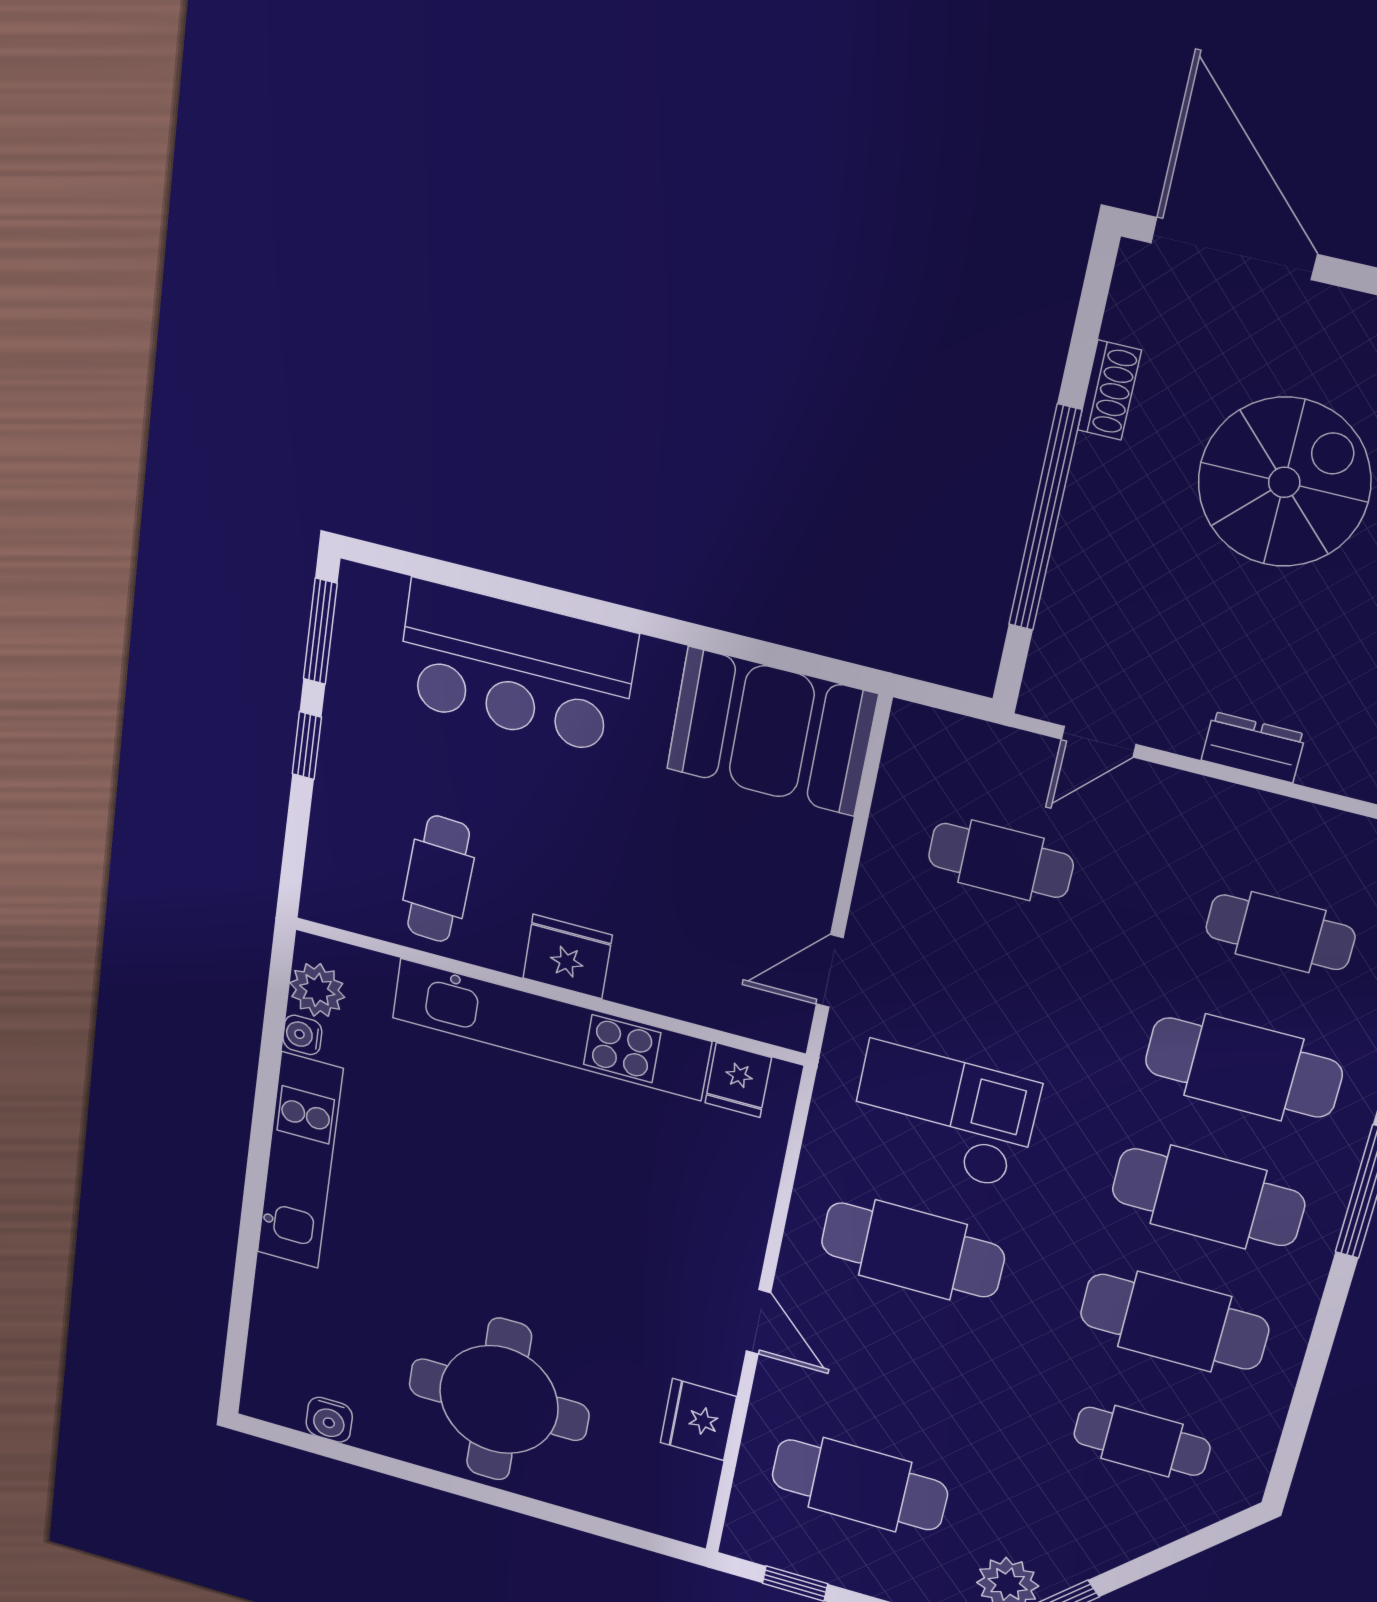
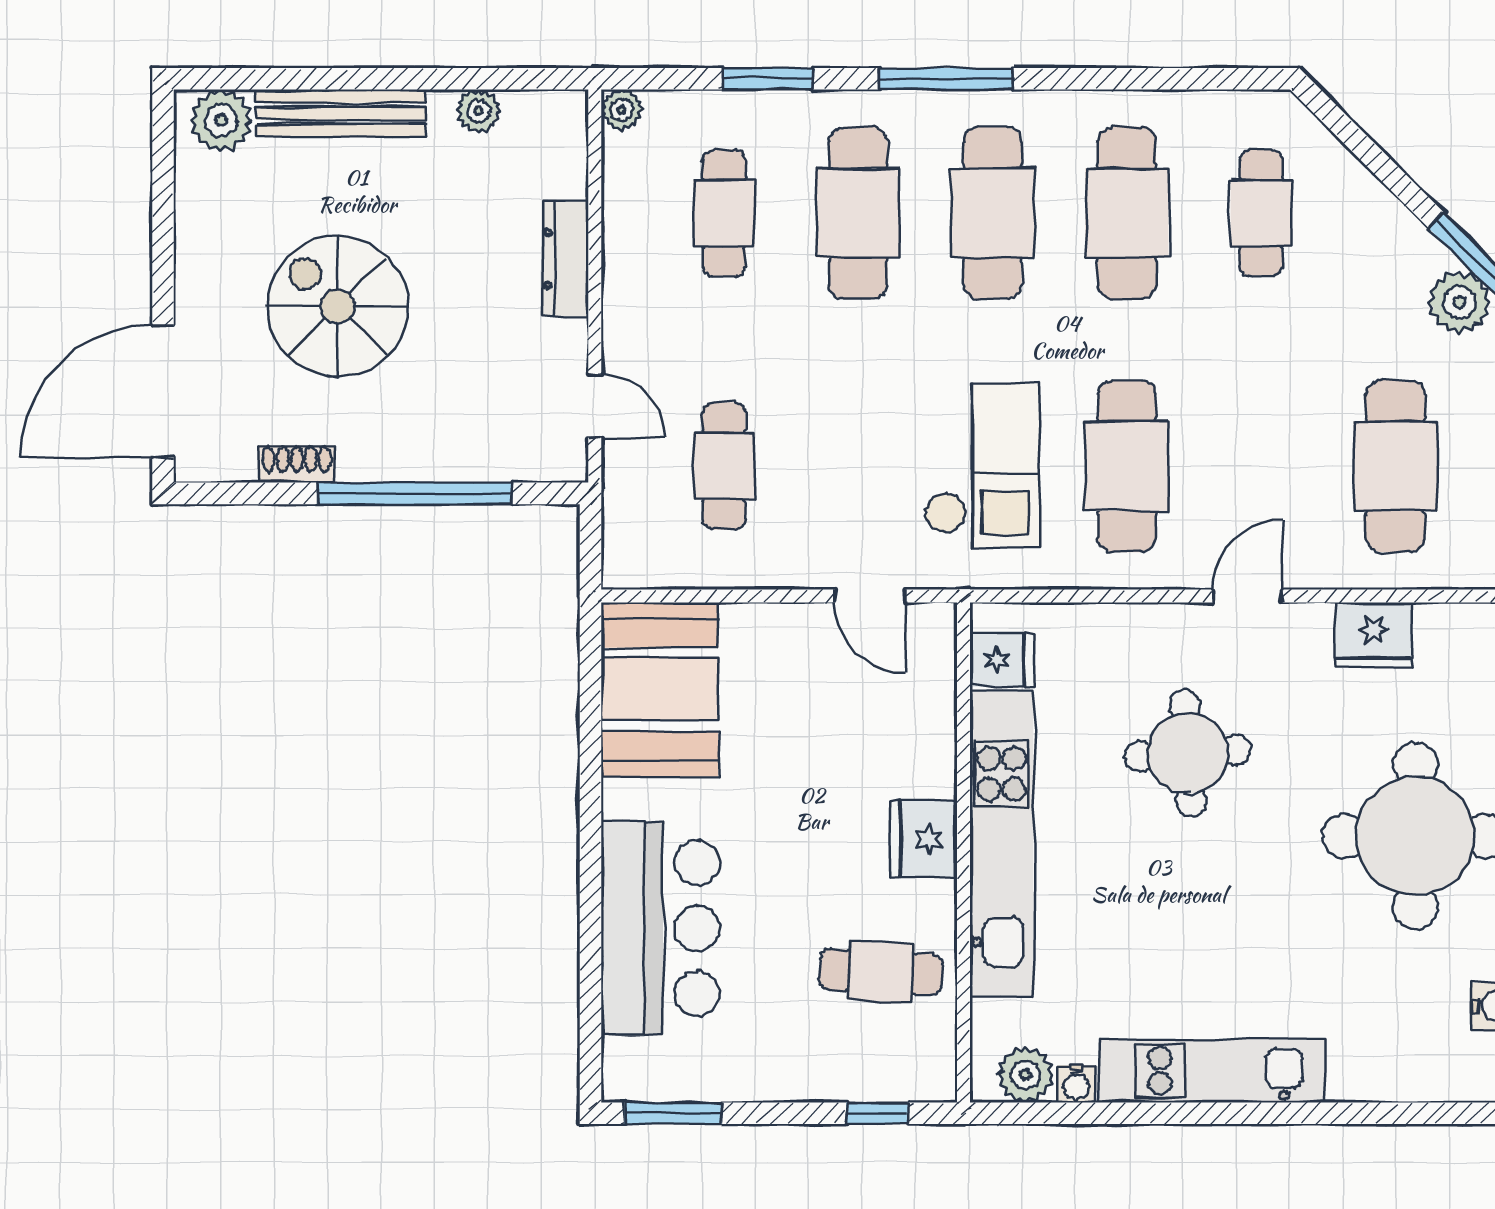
window: (307, 746) -> (877, 1113), moved
dresser: (1253, 747) -> (566, 259), width x1.44
checkout: (944, 1116) -> (982, 465), turned 180
round table: (613, 1226) -> (1188, 753), added

